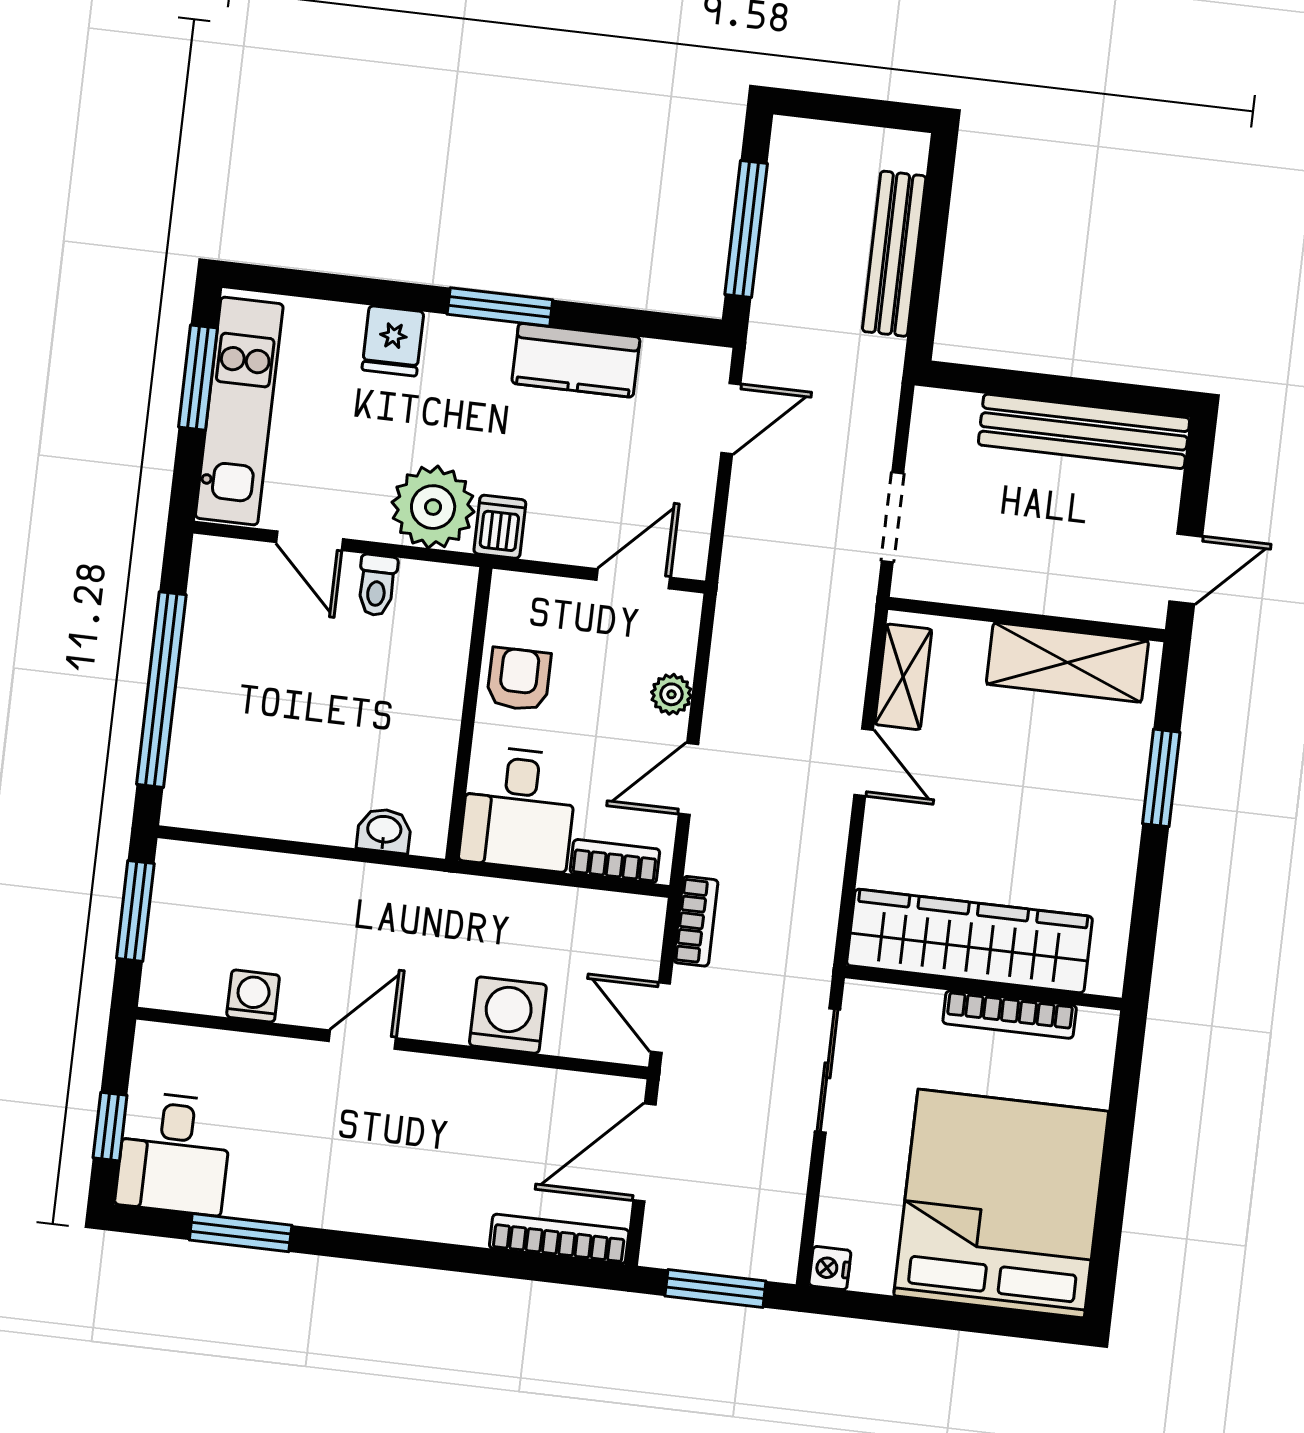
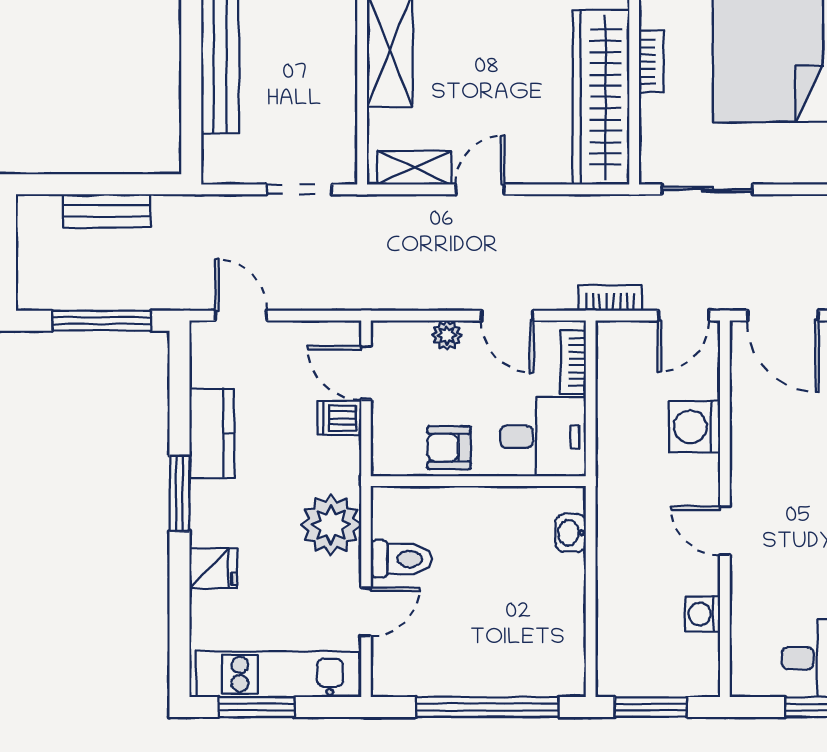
bench: (894, 254) -> (107, 211), width x0.73
dishwasher: (500, 527) -> (340, 418), moved
toilet: (377, 585) -> (401, 559), width x1.37, depth x1.39
bookcase: (1010, 1014) -> (651, 62), width x0.64

